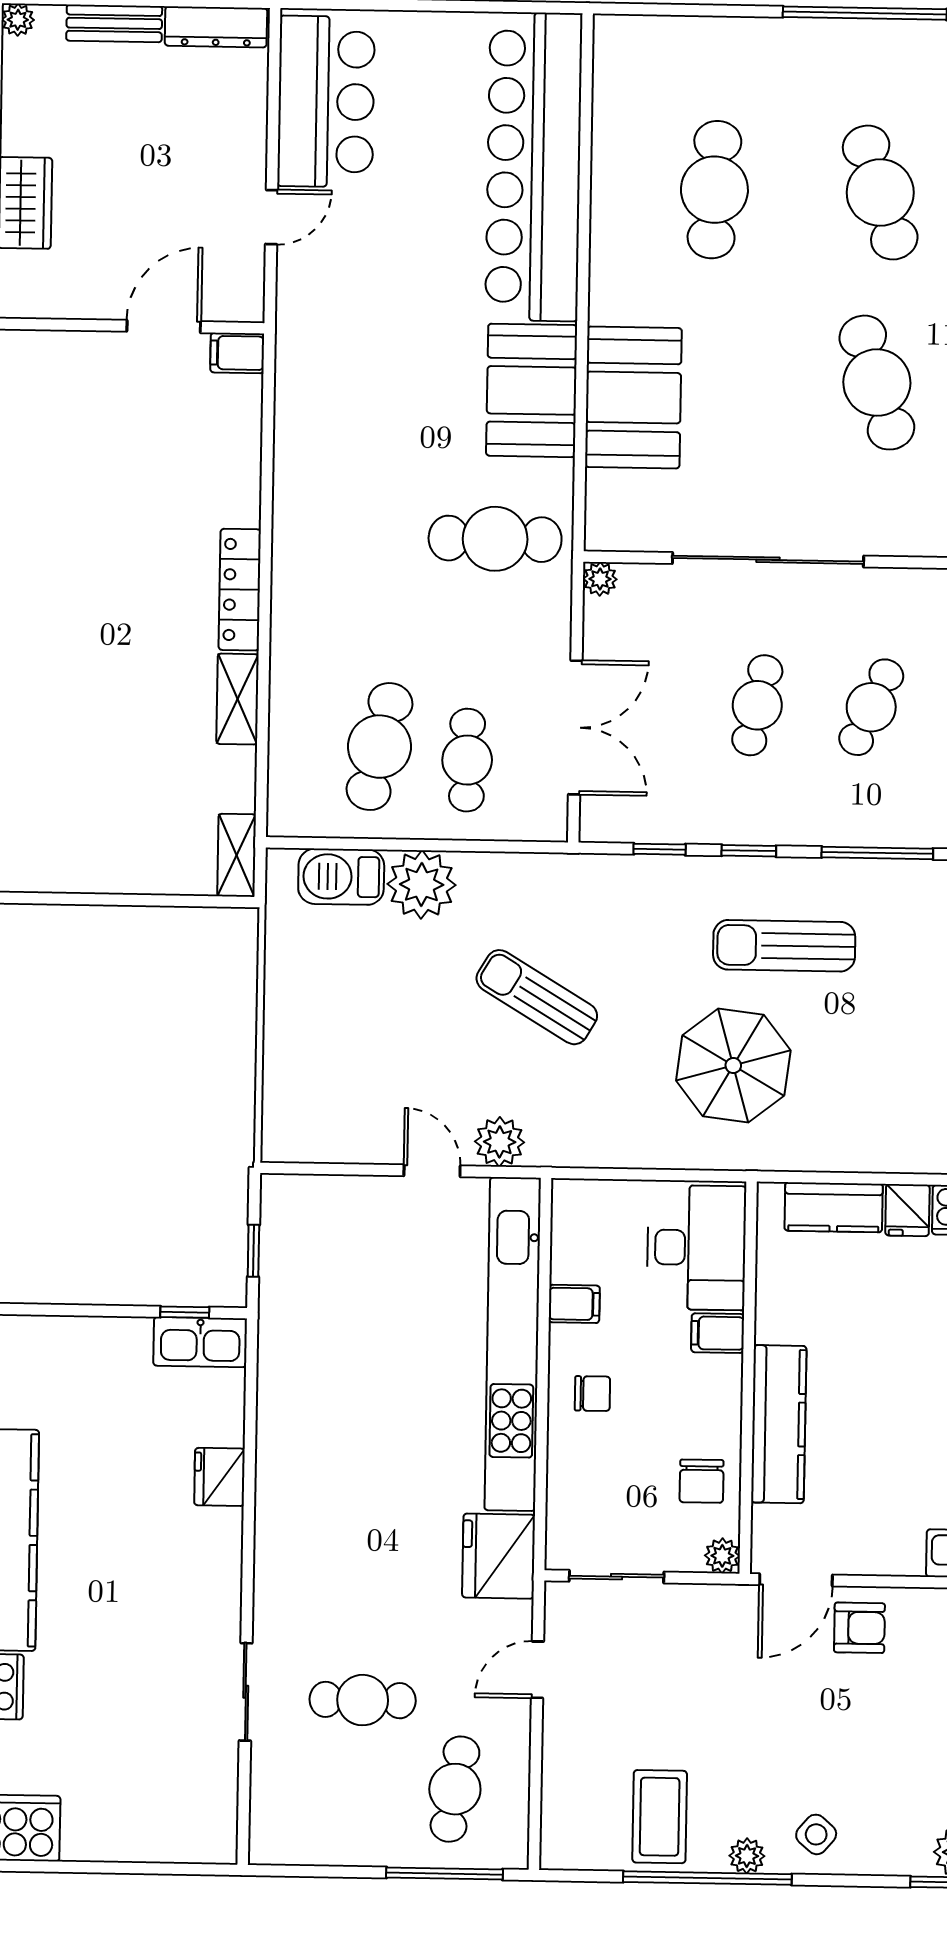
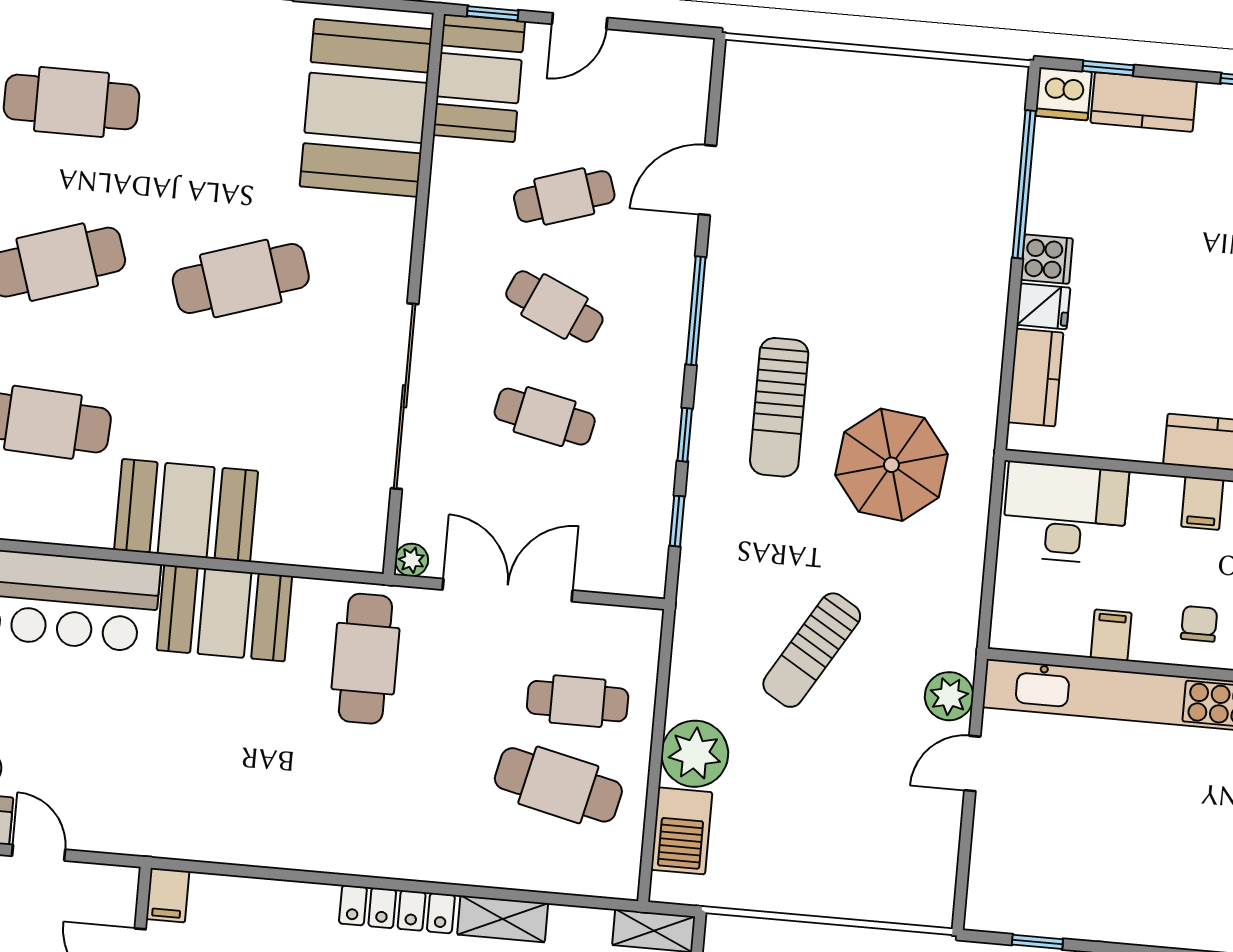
booth: (633, 397) -> (186, 510), moved
double door: (575, 727) -> (508, 590), moved
filing cabinet: (718, 1333) -> (1202, 503), moved

